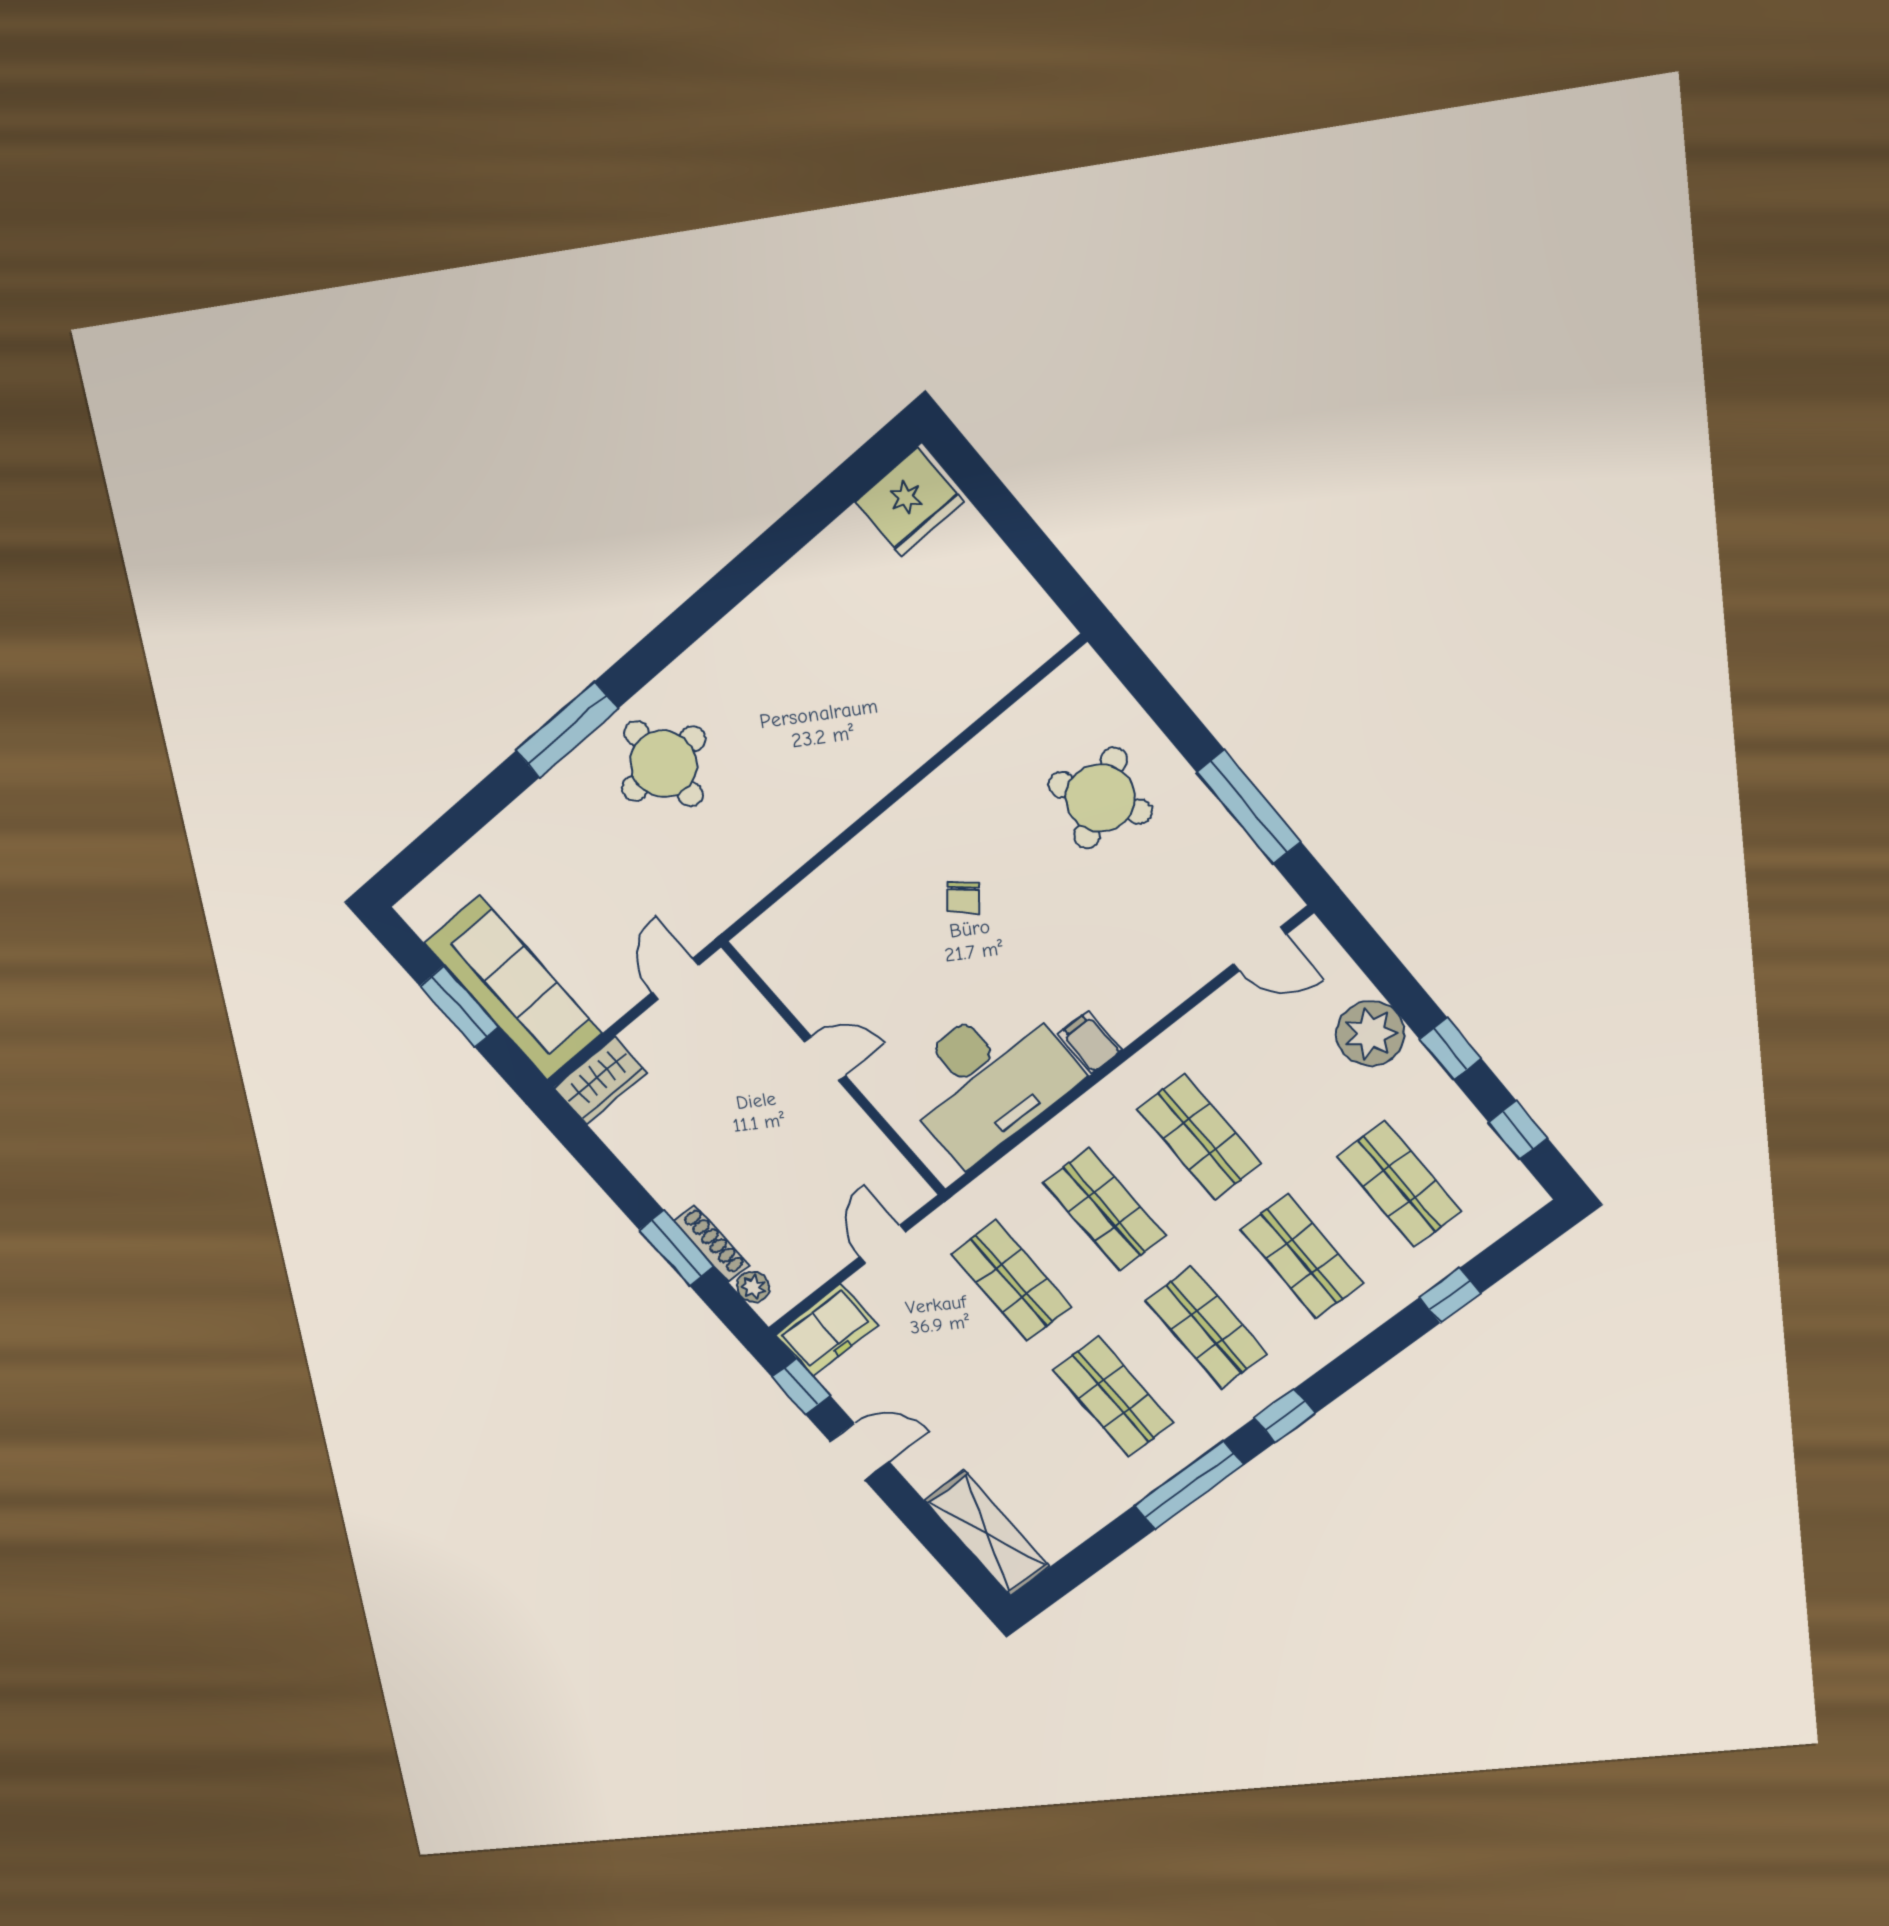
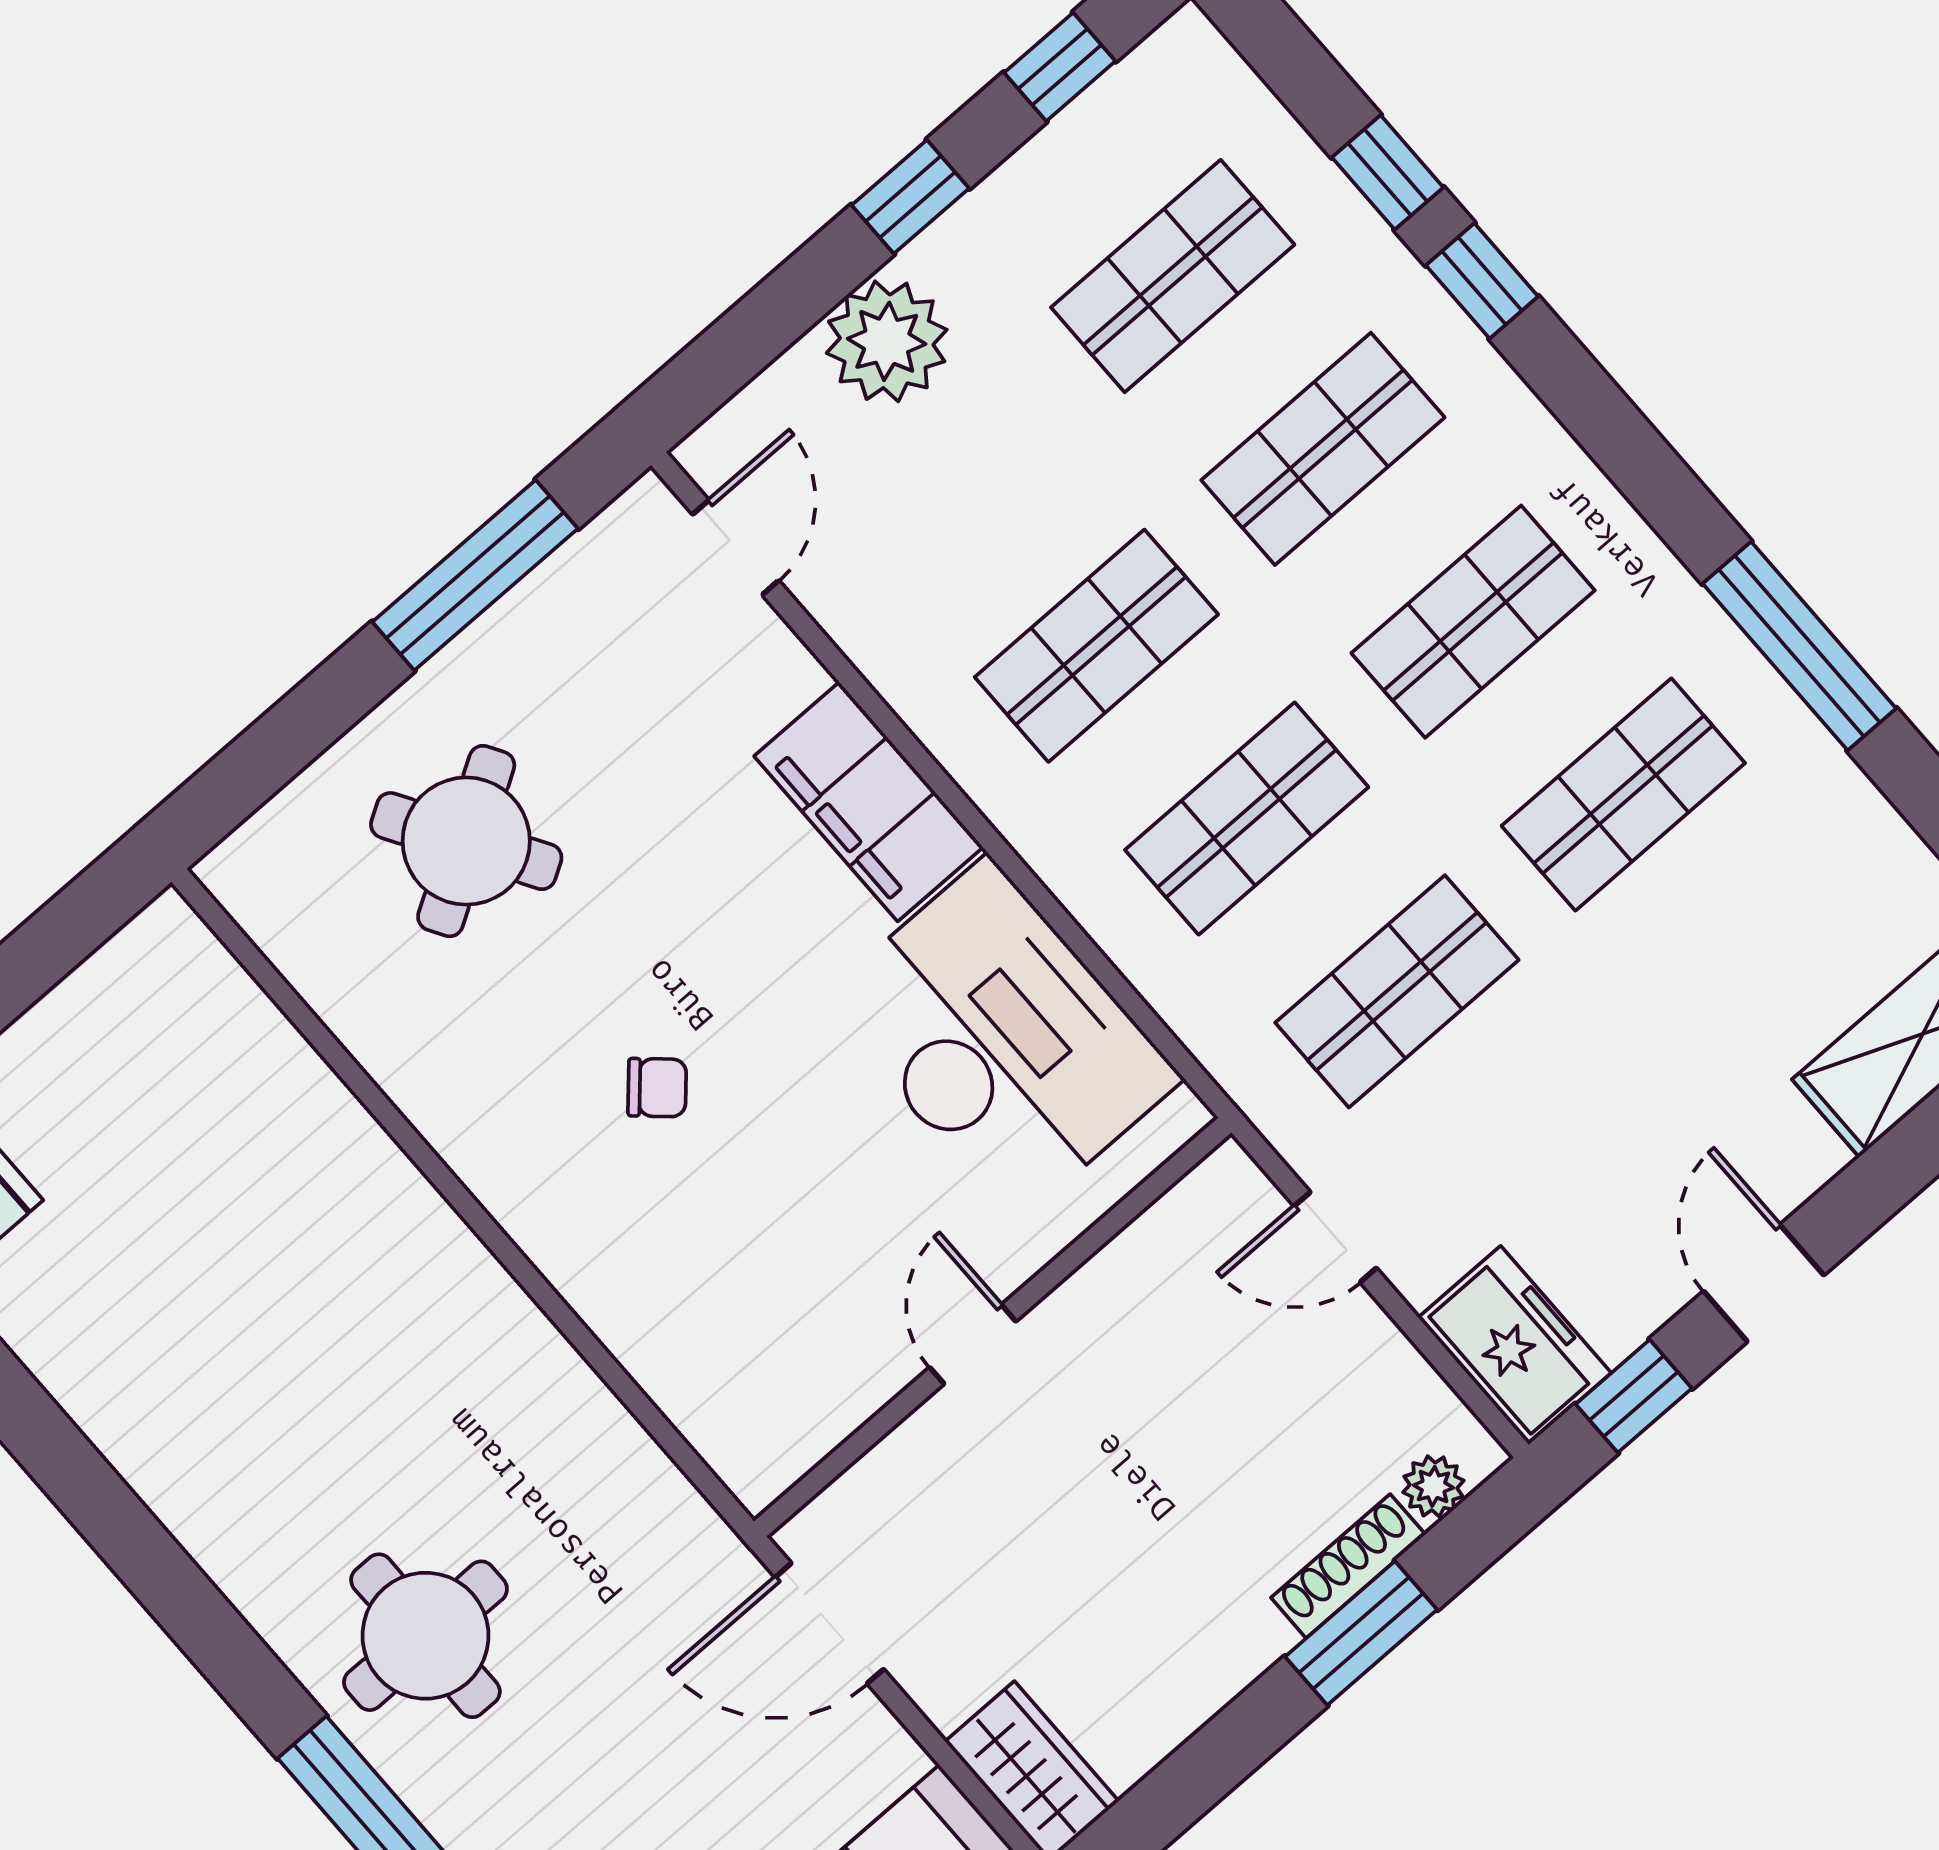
door: (675, 979) -> (829, 1623), width x1.38
filing cabinet: (1090, 1042) -> (869, 802), width x3.00, depth x1.17
window: (1285, 1416) -> (1482, 281), moved

